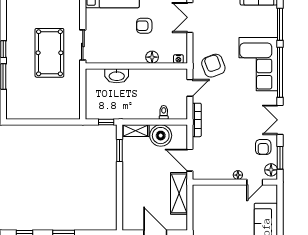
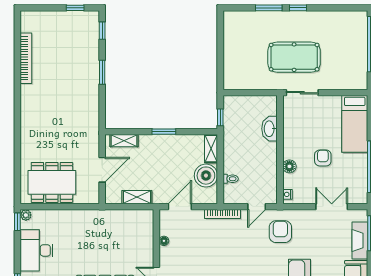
armchair: (213, 66) -> (280, 232), turned -70
door: (190, 88) -> (257, 207), hinge flipped
window: (119, 151) -> (164, 132), moved
floor lamp: (238, 175) -> (164, 241), moved
shelving: (179, 193) -> (137, 197), width x0.67, depth x0.75
shelving: (128, 212) -> (124, 141), added

